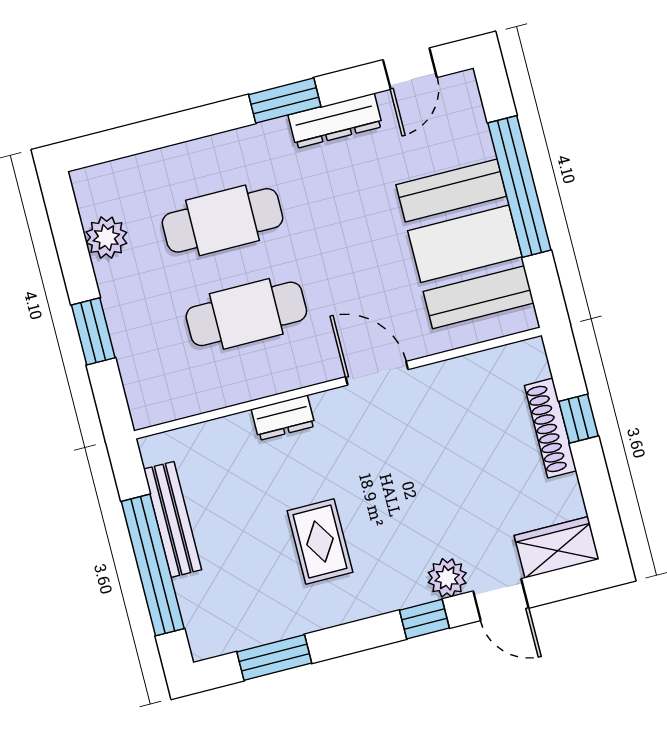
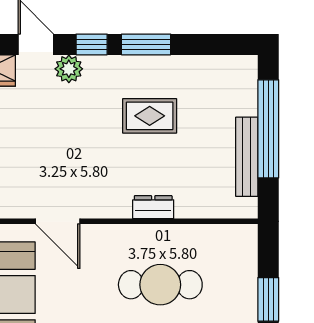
door: (377, 373) -> (58, 221), moved
rug: (320, 542) -> (150, 116), turned 90
window: (274, 657) -> (146, 44), moved

